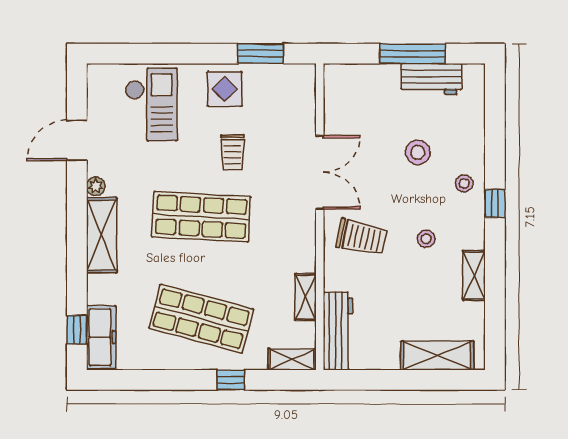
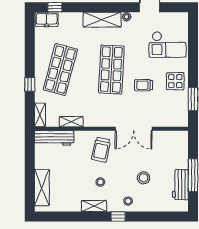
shelving: (474, 275) -> (94, 206), moved
freezer: (101, 337) -> (47, 19), width x0.71

